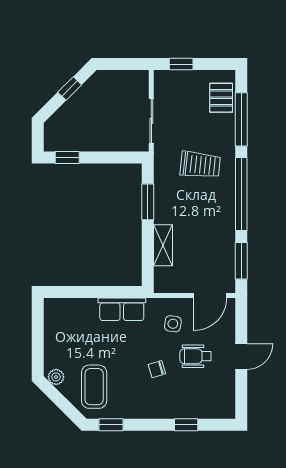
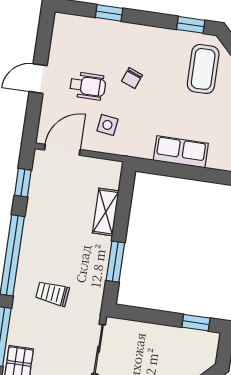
trolley: (200, 165) -> (52, 294), width x0.73, depth x0.72
window: (241, 261) -> (23, 183), width x0.67
row of seats: (122, 309) -> (181, 152), moved
chair: (157, 369) -> (132, 78), turned 128

